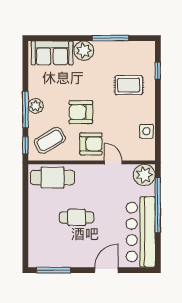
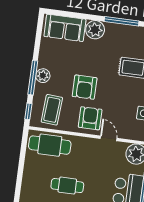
armchair: (81, 112) -> (85, 87), turned -90
coffee table: (50, 140) -> (52, 110), turned -56
armchair: (91, 144) -> (90, 118), turned -90

